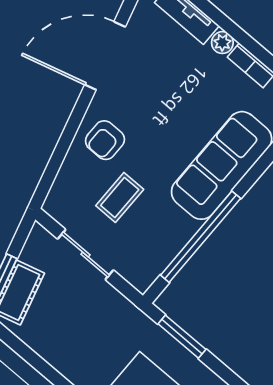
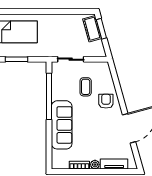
sliding door: (85, 255) -> (71, 59), moved
window: (182, 337) -> (17, 59), moved

